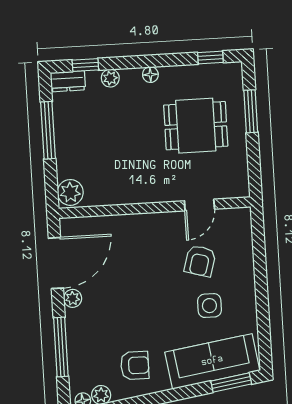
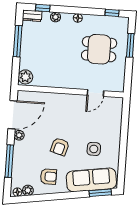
armchair: (200, 261) -> (60, 147), moved

